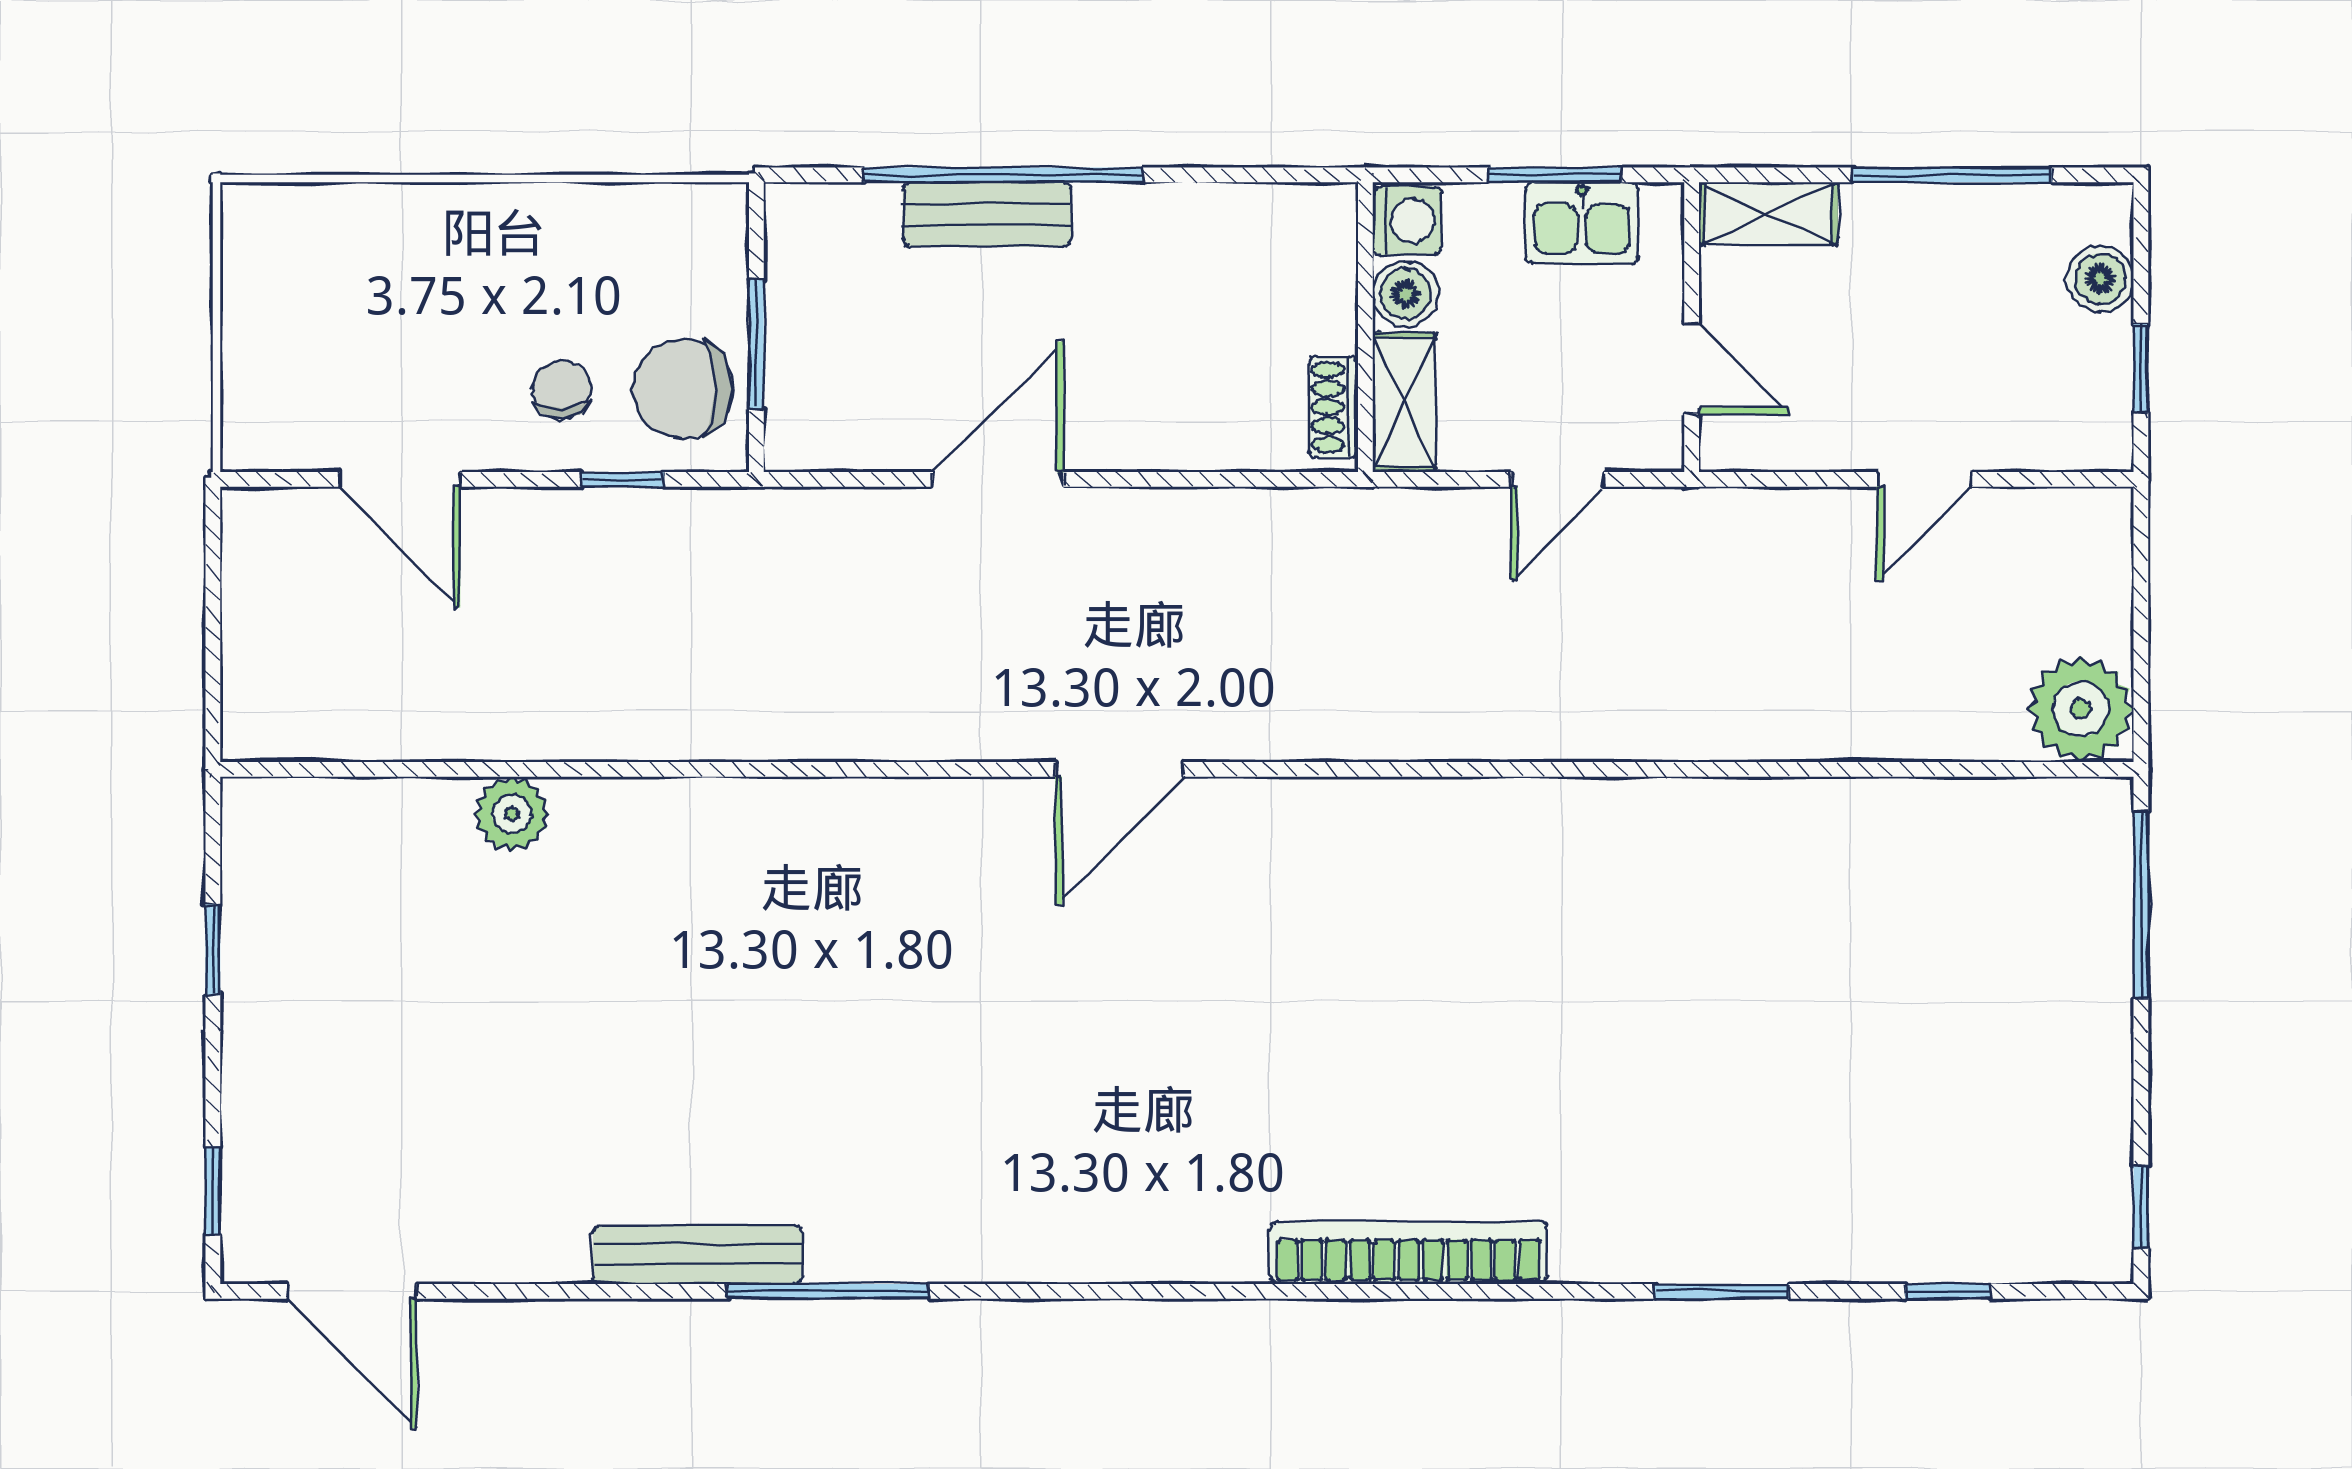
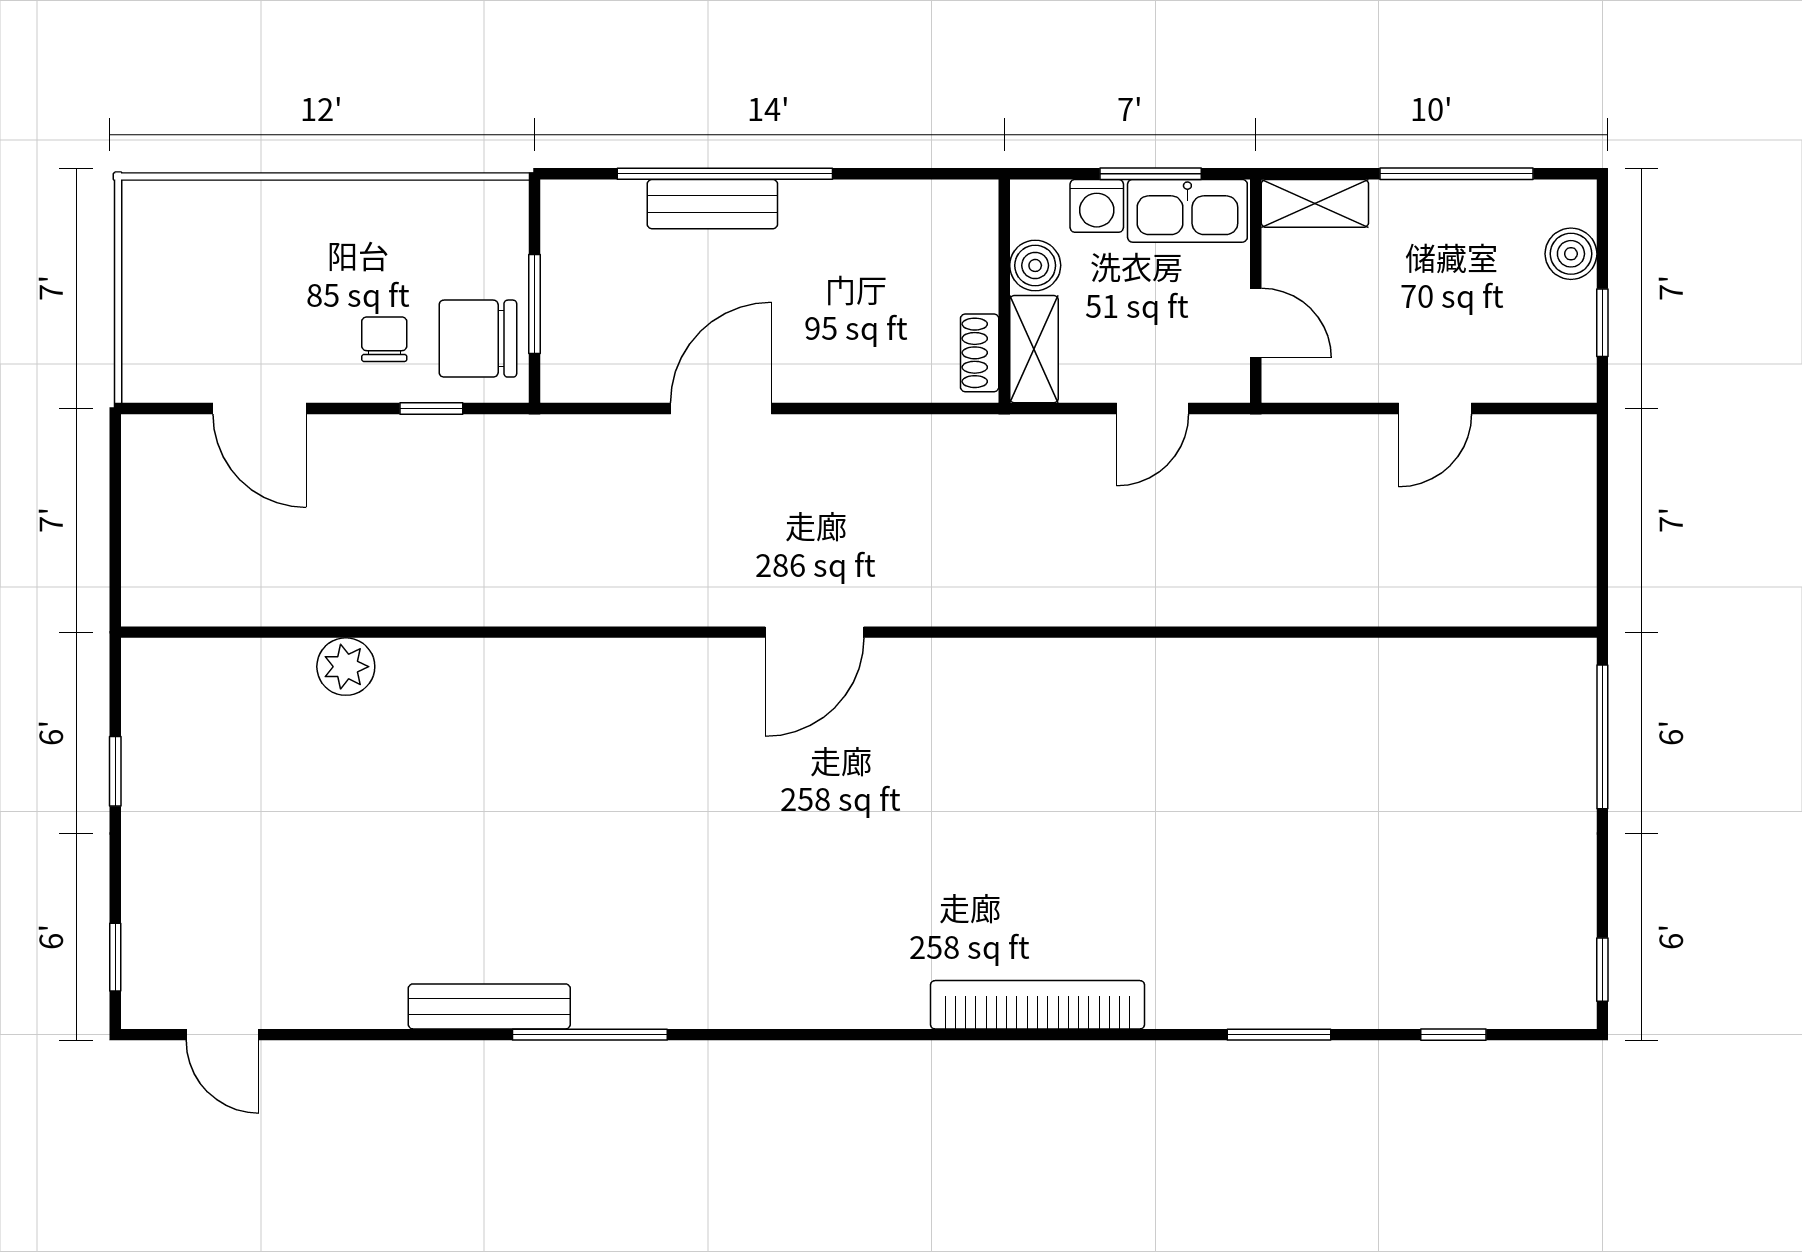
washing machine: (1407, 221) -> (1097, 206), moved, turned 90
kitchen sink: (1582, 223) -> (1187, 211), width x1.38
plant: (2081, 709) -> (1556, 586), removed
door: (352, 1291) -> (222, 1035), width x0.73

